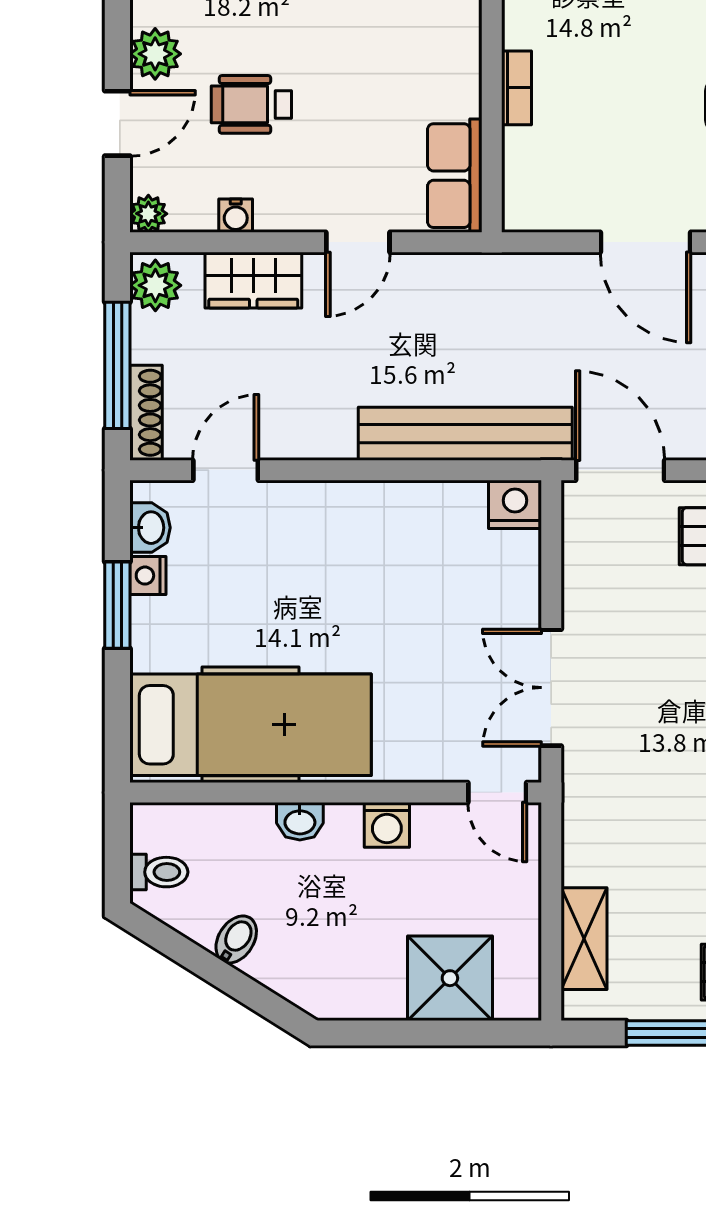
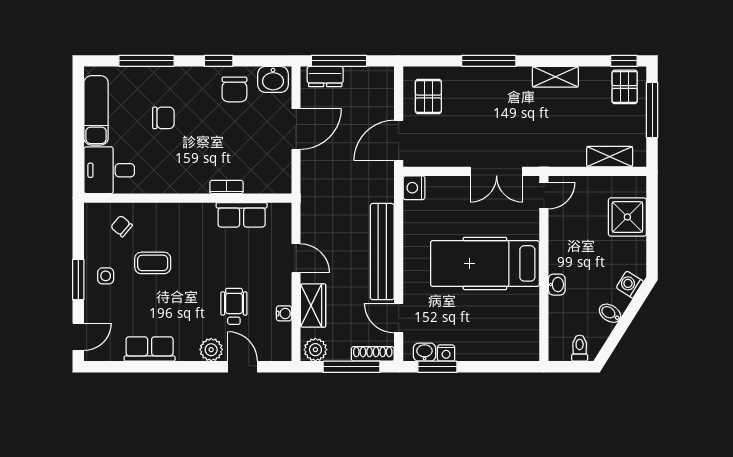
wheelchair: (251, 104) -> (234, 306), turned 180
row of seats: (455, 176) -> (242, 215), moved
plant: (148, 214) -> (283, 353), removed
bench: (465, 434) -> (382, 252), moved
window: (117, 605) -> (437, 367), moved
hospital bed: (250, 725) -> (485, 263), moved, turned -90
washing machine: (387, 825) -> (630, 285), moved, turned -148

